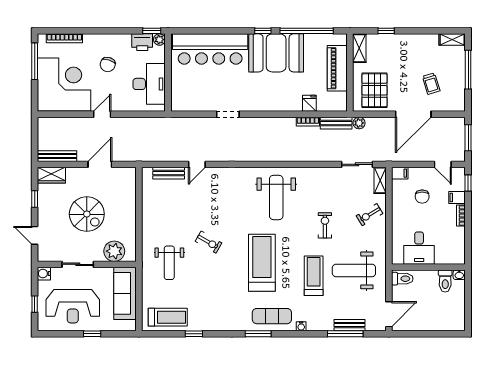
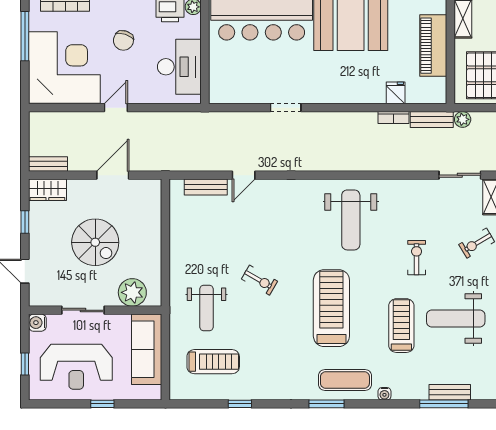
bench: (57, 156) -> (48, 164), width x0.73
treadmill: (168, 317) -> (213, 362), moved

